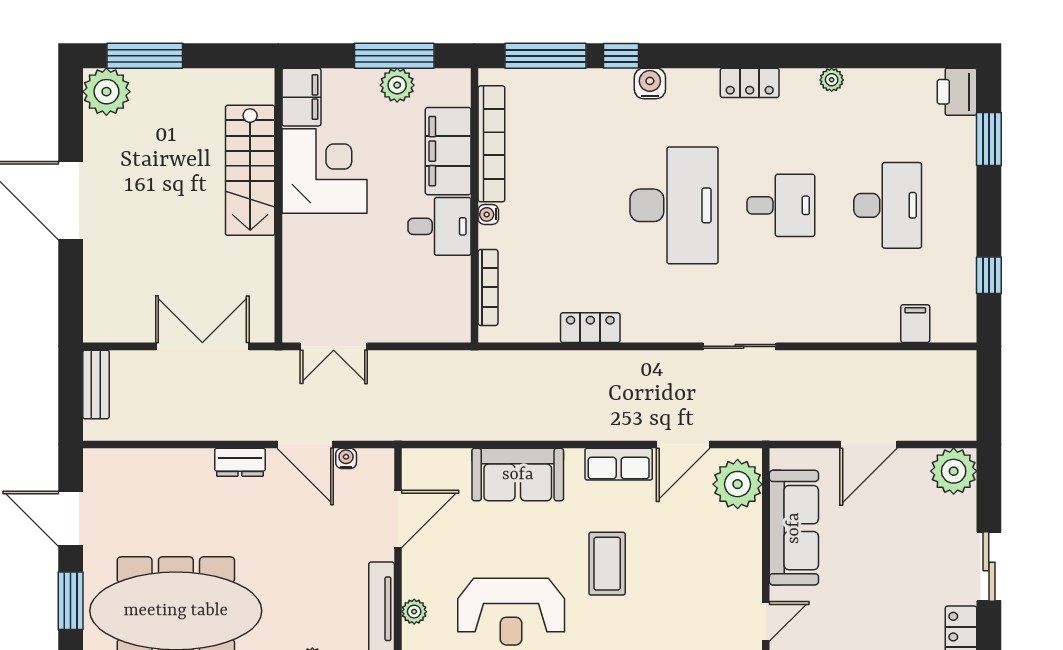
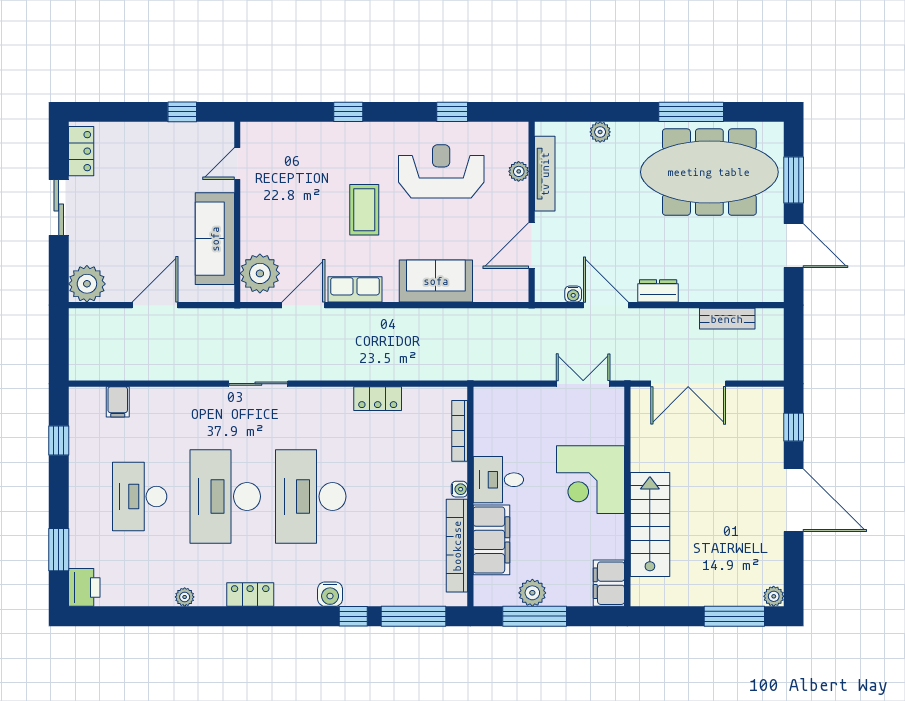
plant: (106, 92) -> (774, 596), width x0.53, depth x0.53
corner desk: (324, 171) -> (590, 480), moved
desk: (781, 205) -> (225, 496), width x1.87, depth x1.30
window: (71, 292) -> (794, 427), added
bench: (96, 384) -> (727, 319), moved, turned 90

